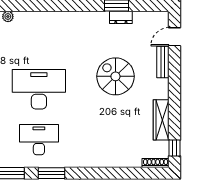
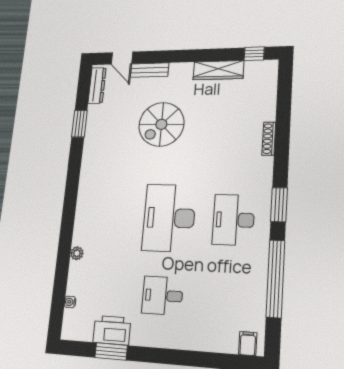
dresser: (121, 17) -> (97, 85), moved, width x1.44
shoe rack: (156, 163) -> (269, 139), moved

